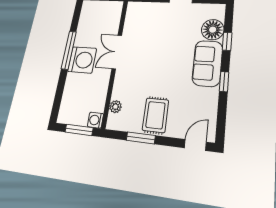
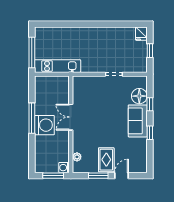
door: (195, 145) -> (122, 176), moved

